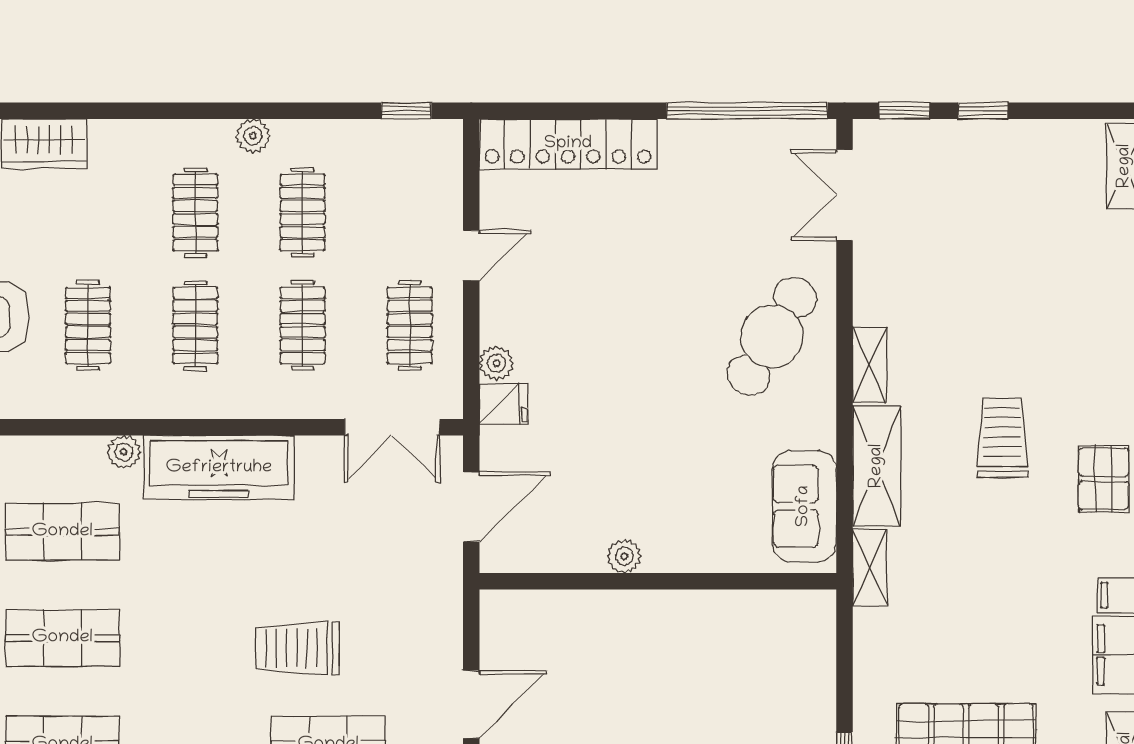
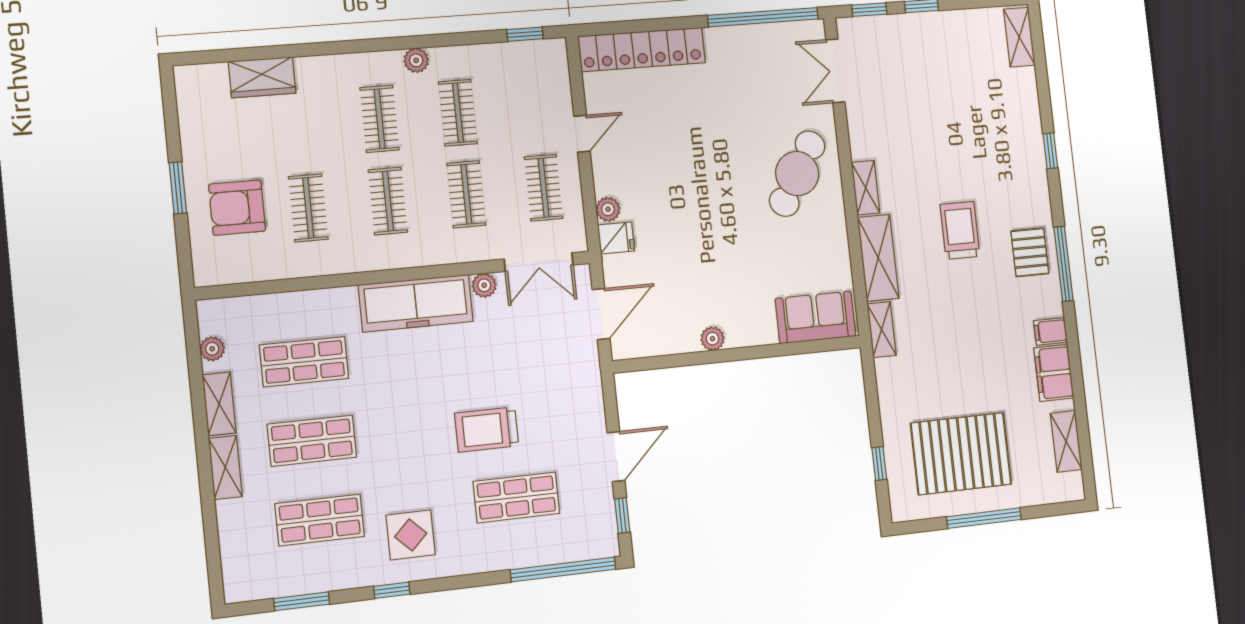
plant: (124, 452) -> (484, 285), moved
sofa: (804, 506) -> (816, 317), moved, turned 90

